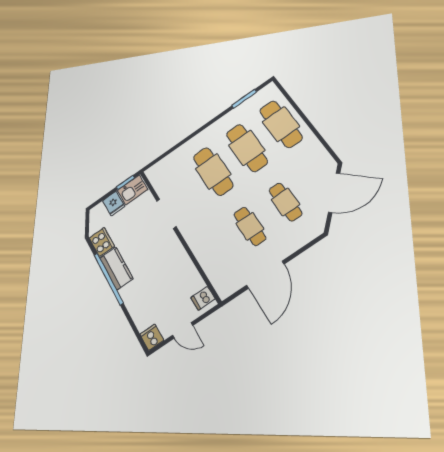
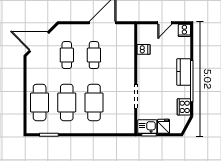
kitchen counter: (116, 268) -> (184, 72), moved
dishwasher: (203, 298) -> (144, 49), moved
door: (183, 330) -> (165, 23), swing flipped

